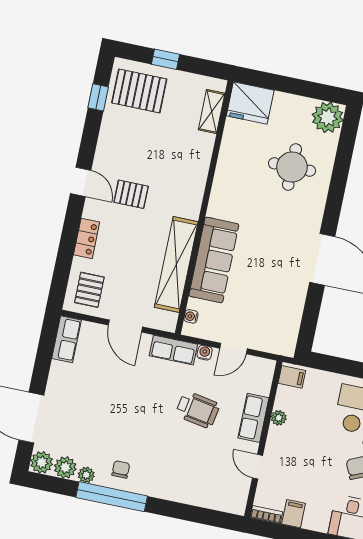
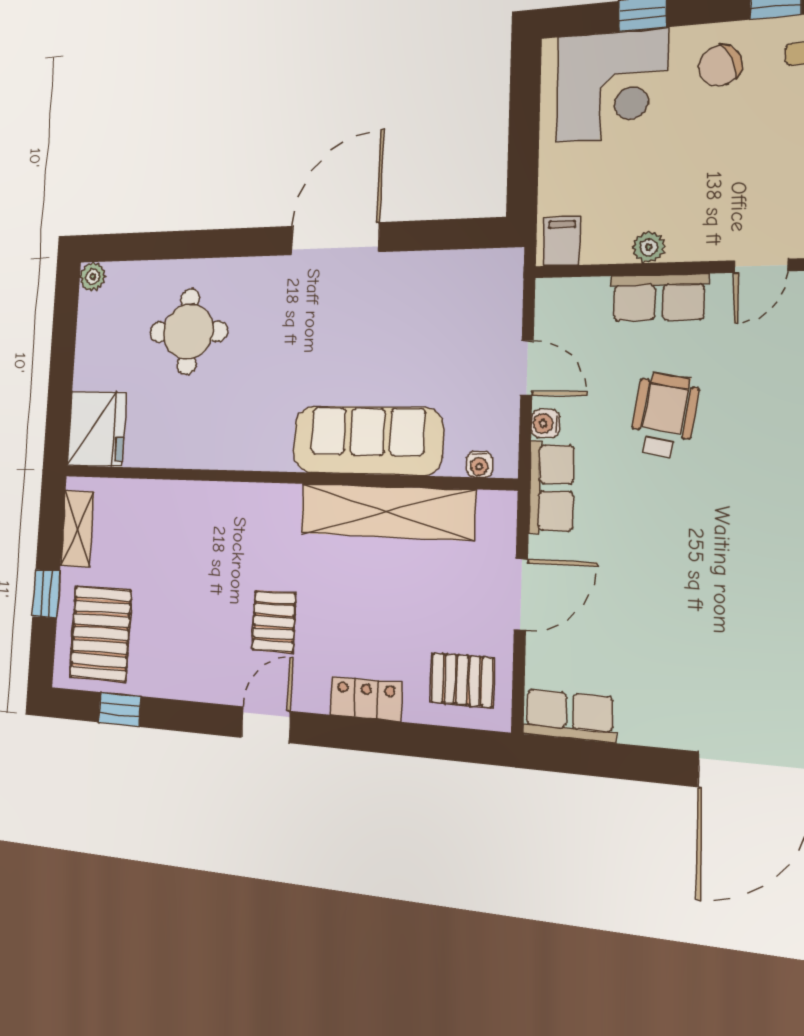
shelving: (212, 112) -> (77, 529), moved, turned 90
plant: (328, 117) -> (93, 277), width x0.53, depth x0.53

